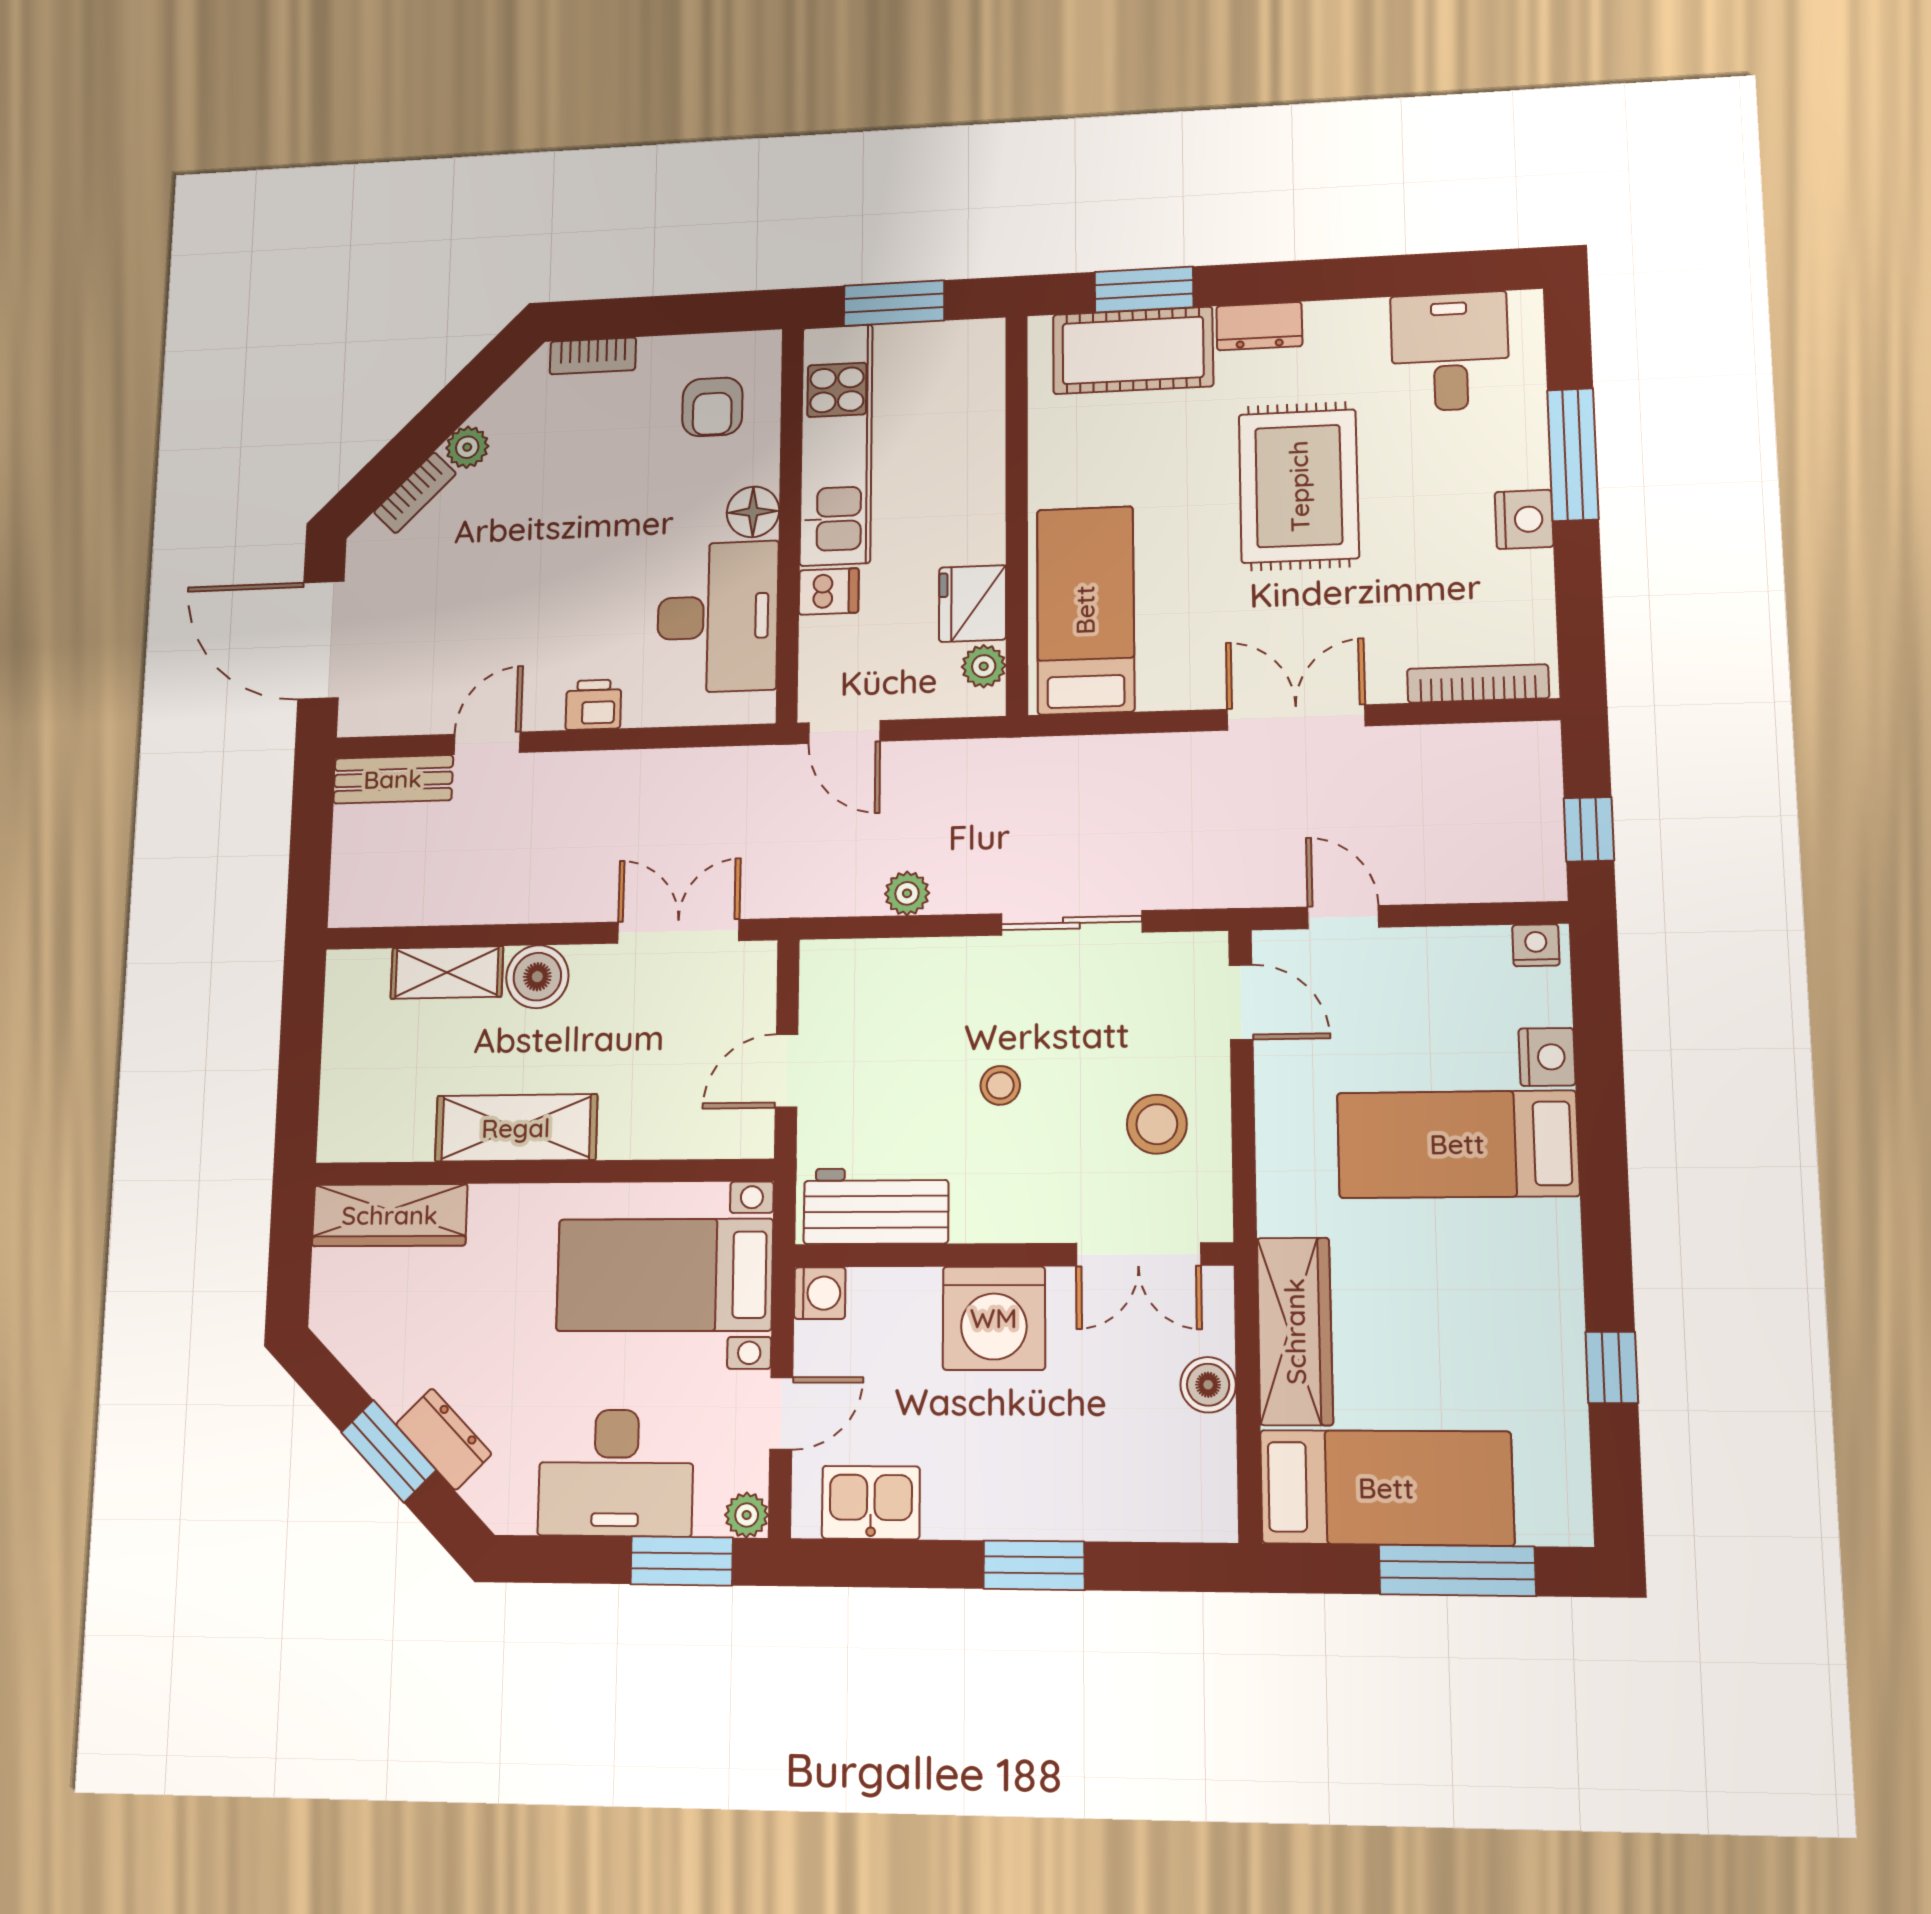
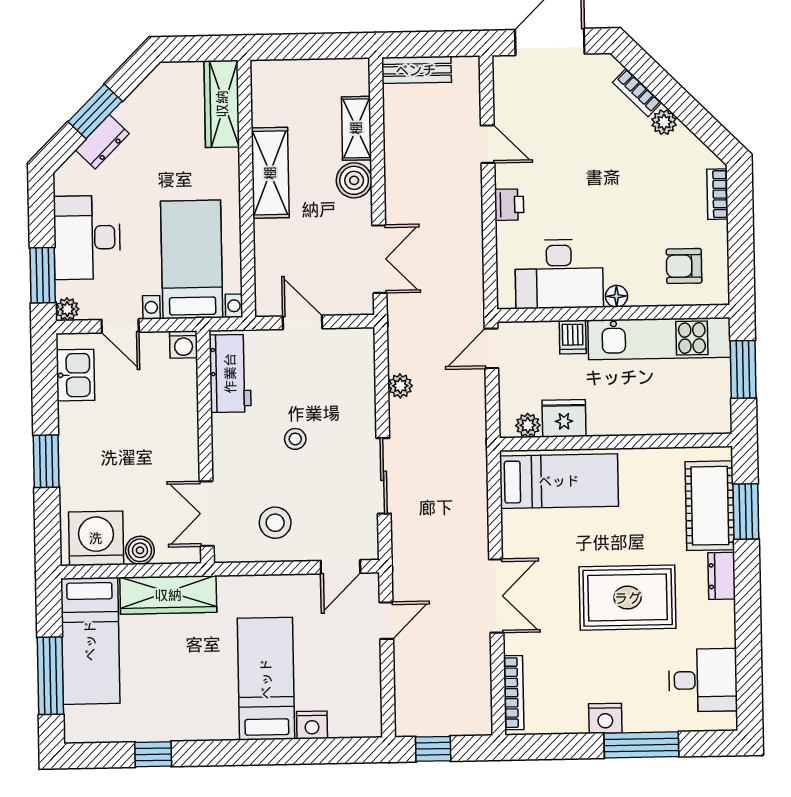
floor lamp: (753, 512) -> (616, 296), width x0.73, depth x0.73
bench: (393, 779) -> (416, 70), moved, turned 90
nightstand: (1536, 945) -> (371, 720), removed
washing machine: (994, 1318) -> (96, 538), moved, turned 90

